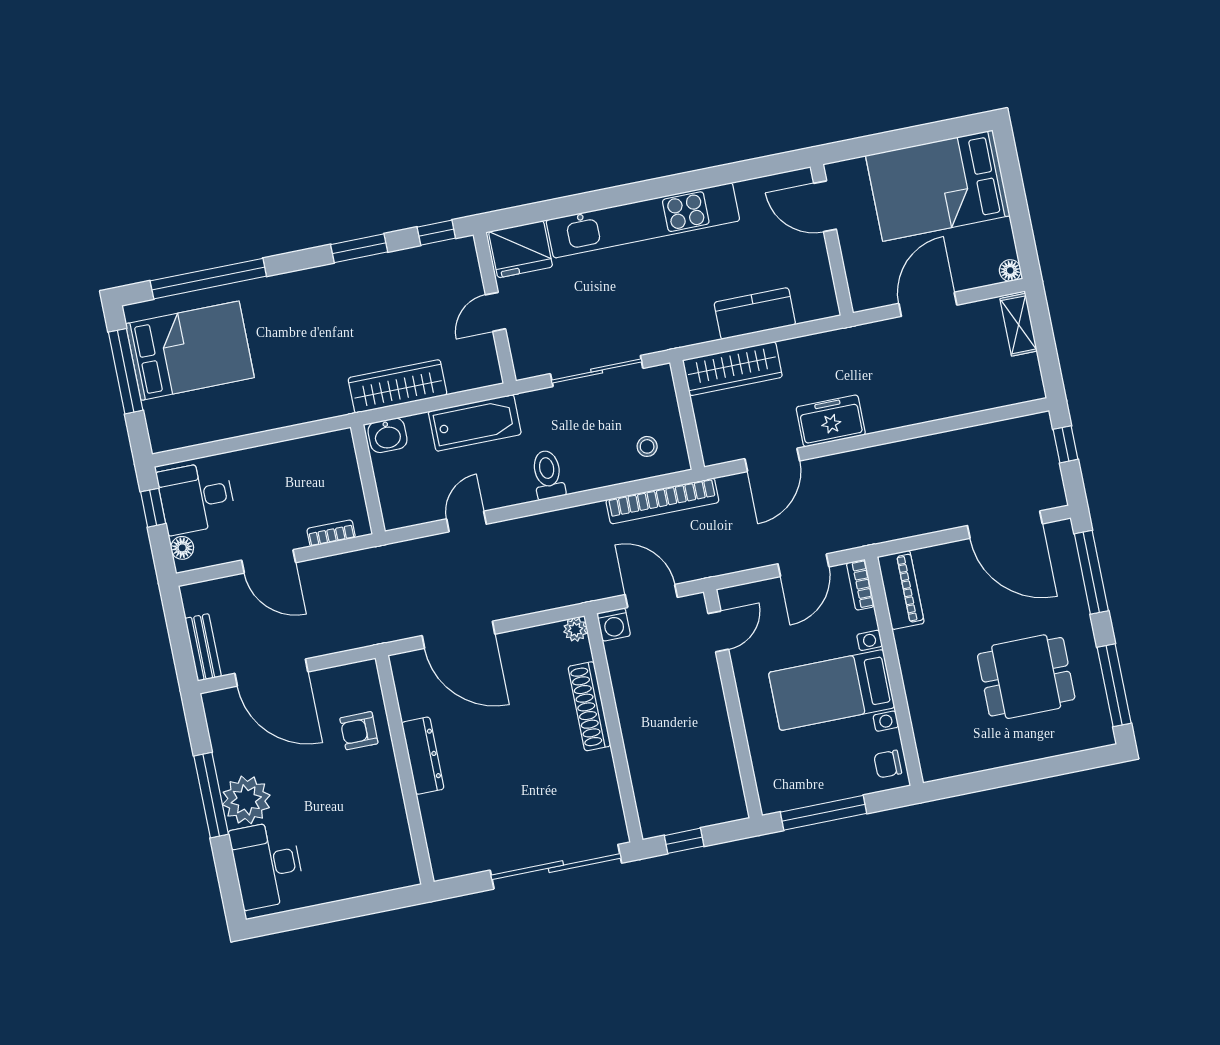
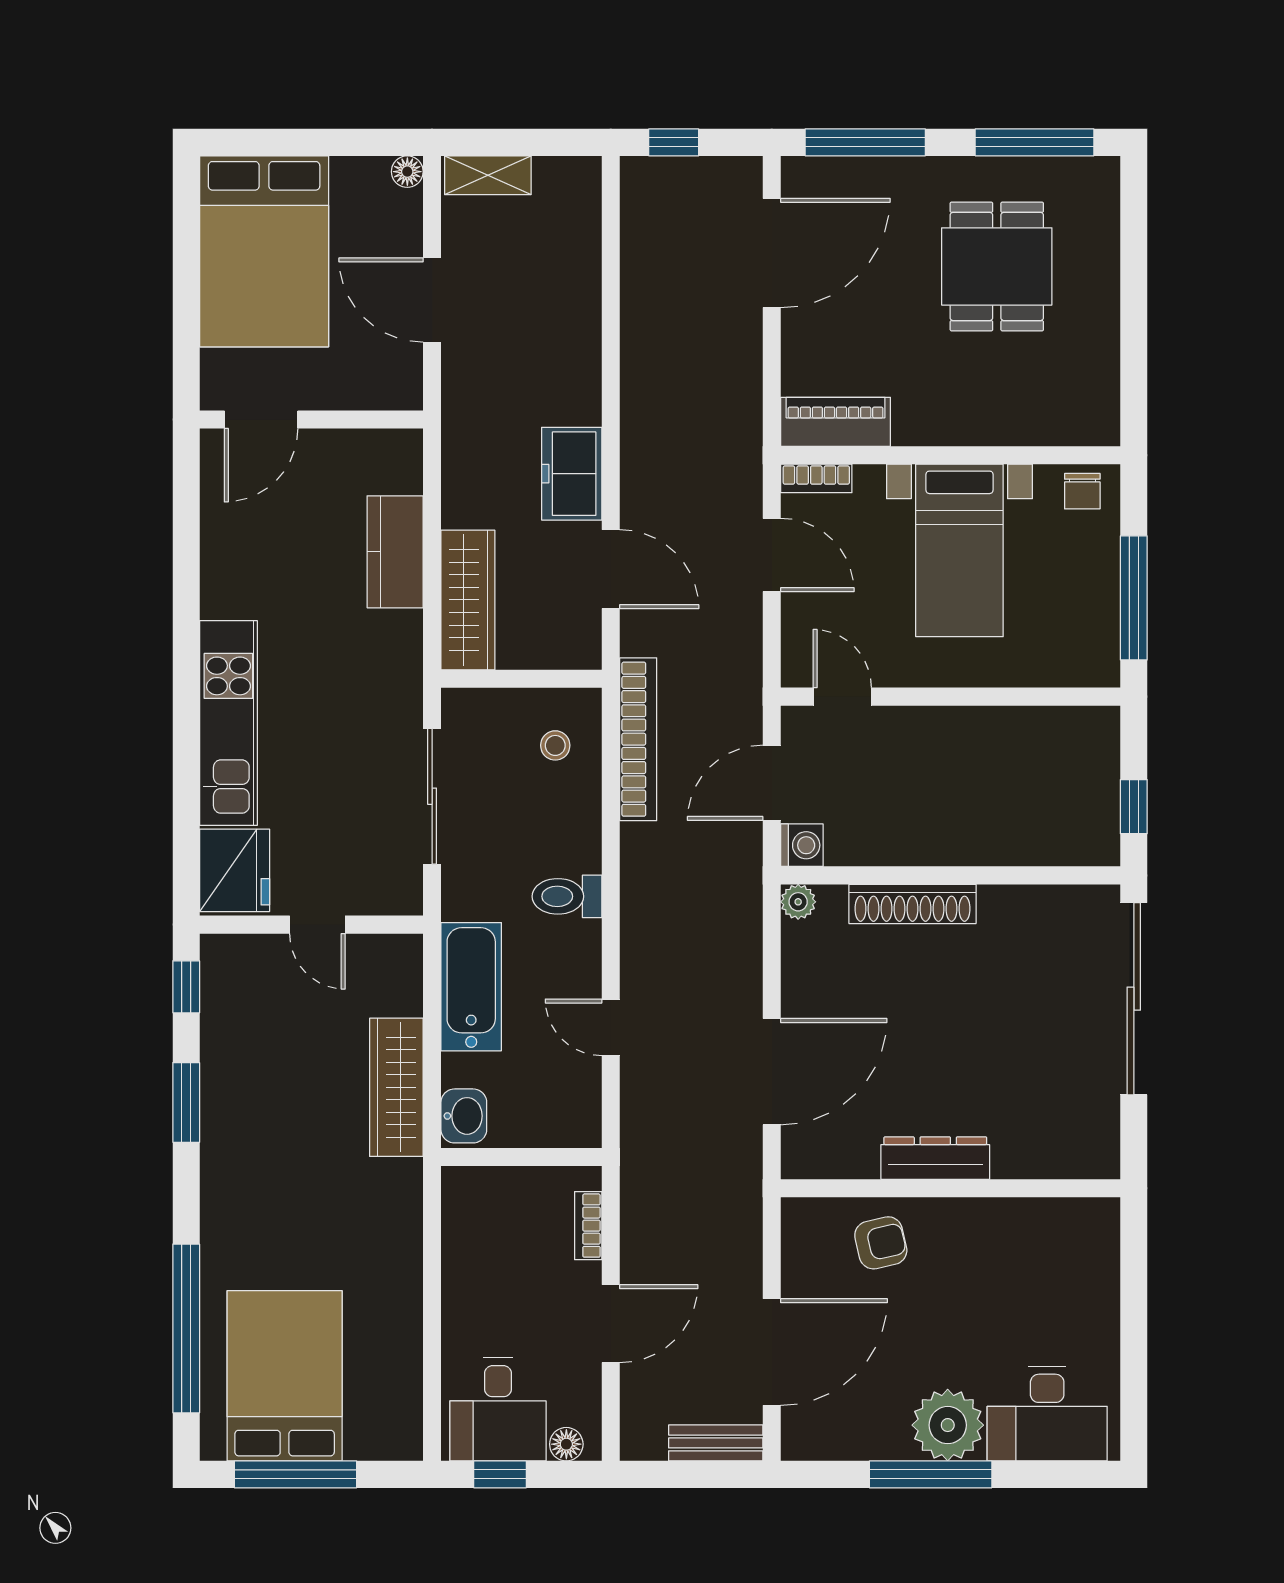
kitchen unit: (643, 220) -> (228, 723), width x0.73
armchair: (359, 731) -> (881, 1243), turned -103

